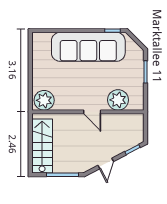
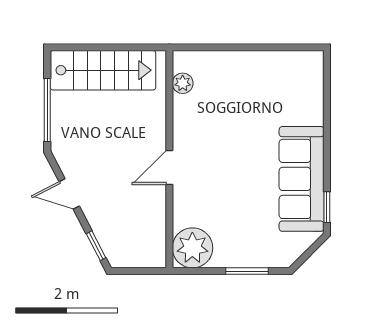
sofa: (88, 47) -> (302, 179), width x0.74, depth x0.79
plant: (44, 100) -> (183, 83), width x0.53, depth x0.53
plant: (118, 100) -> (192, 248), moved

